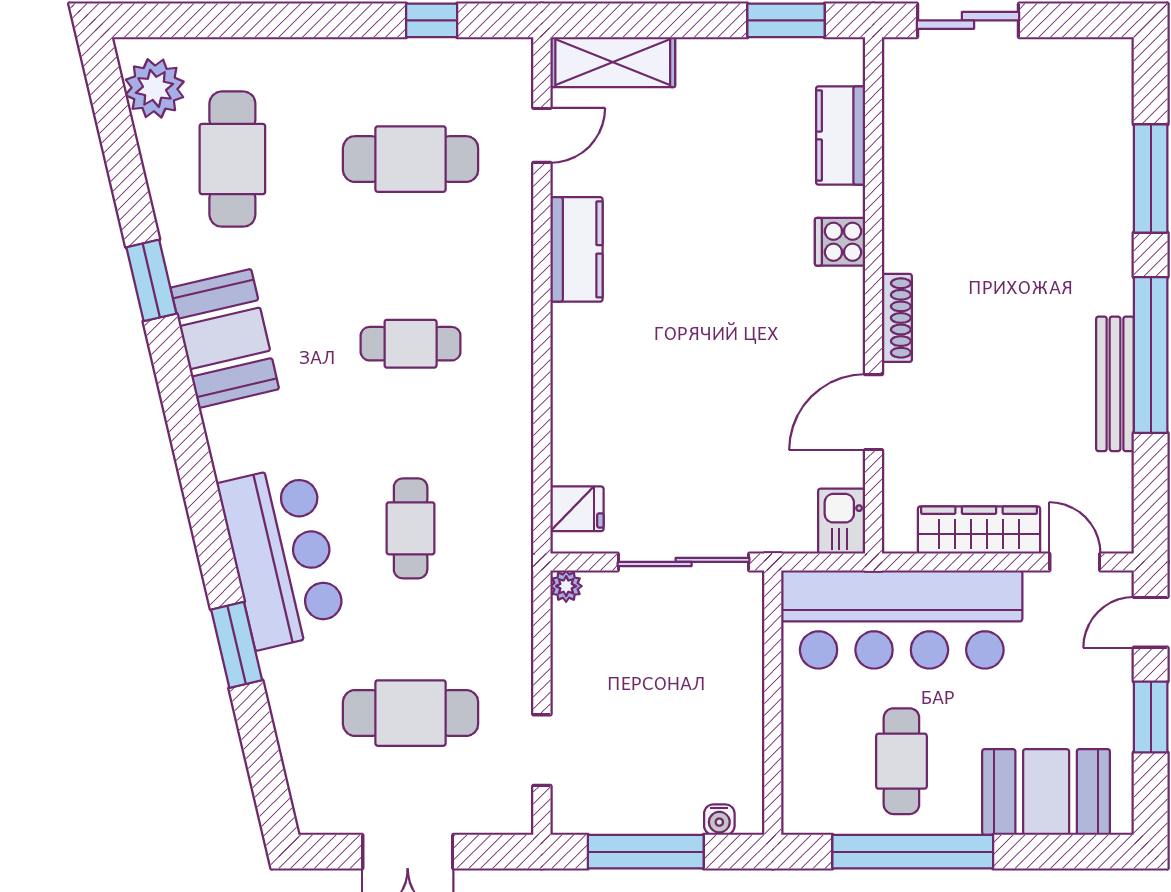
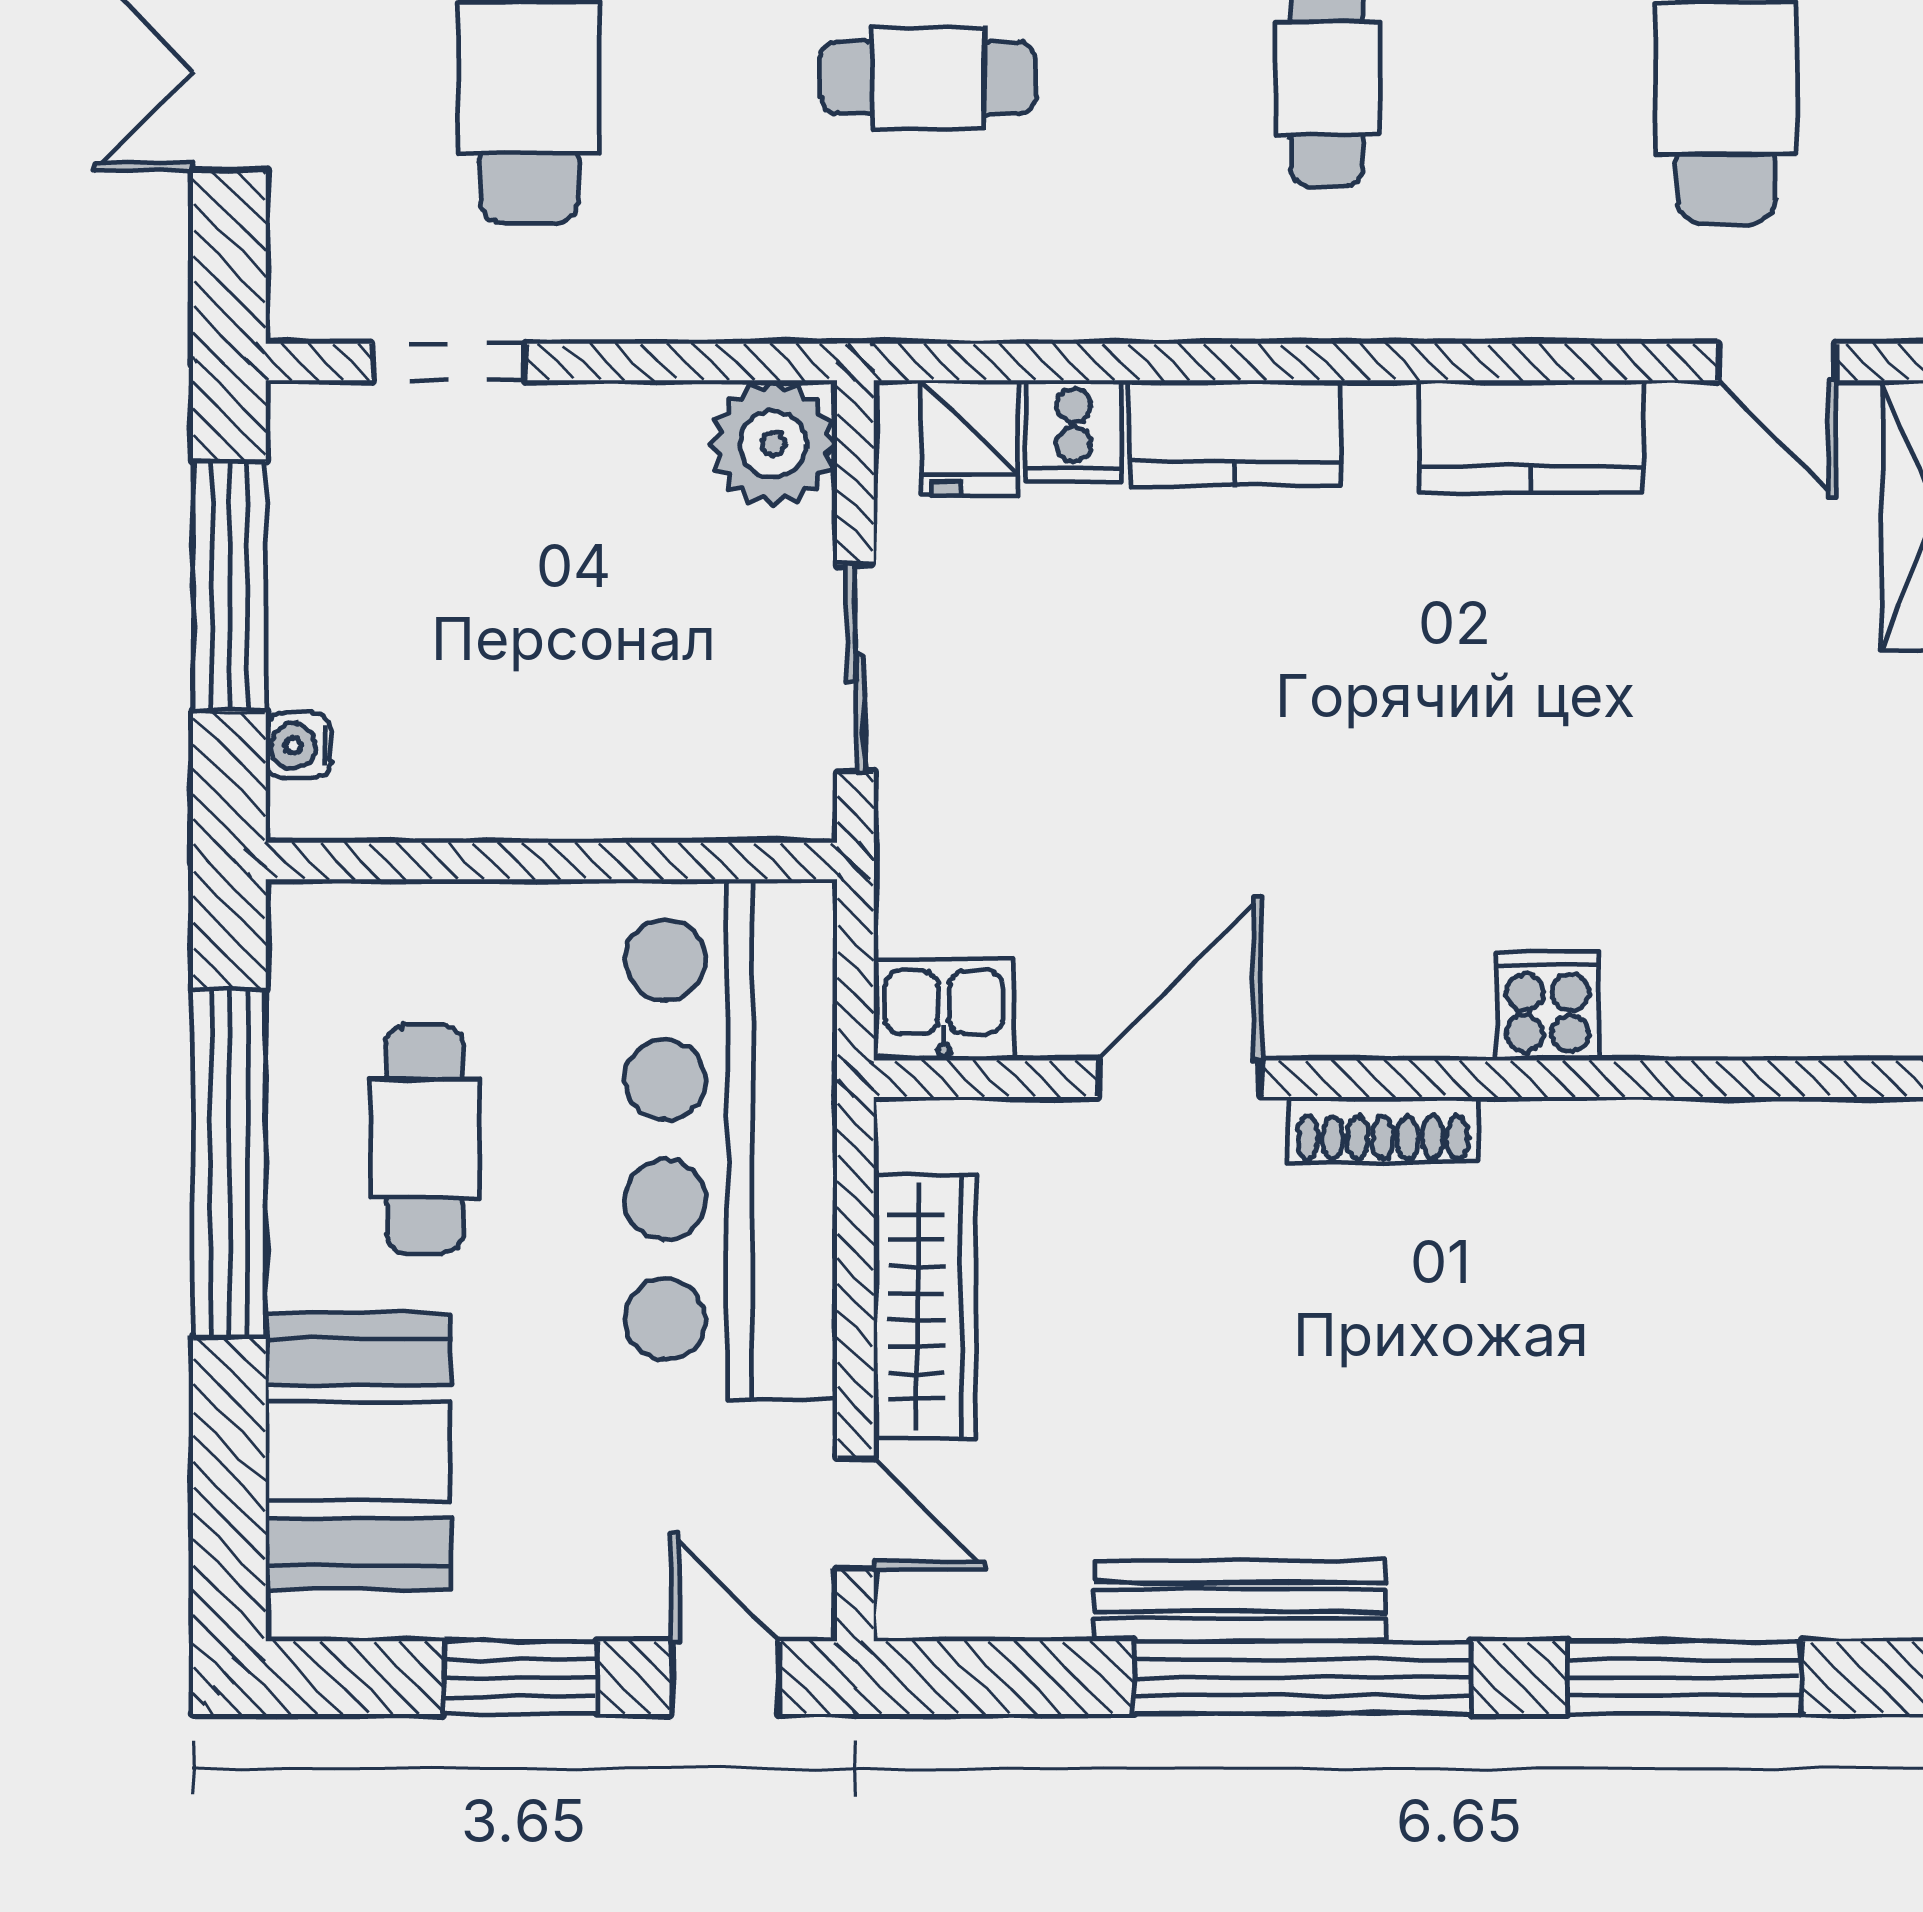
kitchen counter: (841, 136) -> (1235, 433), moved, turned 180
door: (874, 412) -> (1179, 1079), hinge flipped
cooker: (574, 461) -> (1074, 431), added
sliding door: (684, 562) -> (855, 668), width x0.73
door: (1075, 562) -> (855, 1514), hinge flipped
plant: (566, 586) -> (773, 444), width x1.87, depth x1.87
cafe table: (901, 761) -> (425, 1139), turned 90

